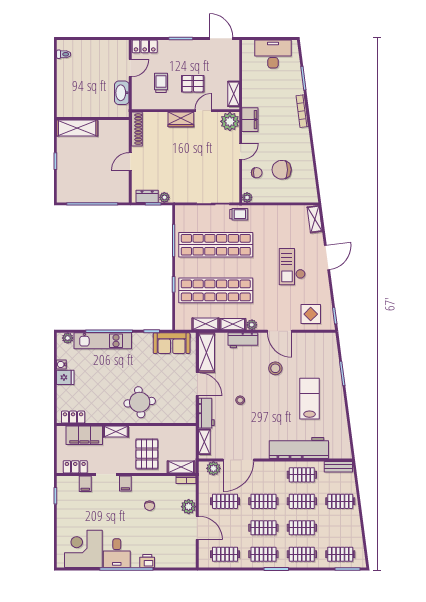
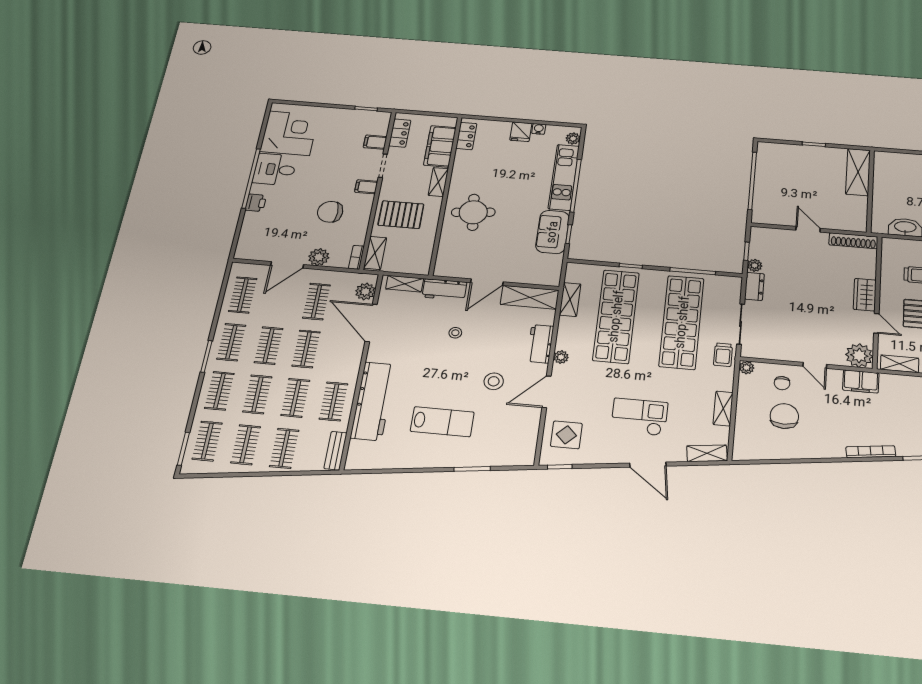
dresser: (147, 196) -> (754, 286), moved
shelving: (233, 324) -> (723, 408), moved
sofa: (172, 343) -> (552, 232), moved
chair: (150, 506) -> (330, 212), width x1.87, depth x1.87
clothes rail: (340, 528) -> (246, 445), added

